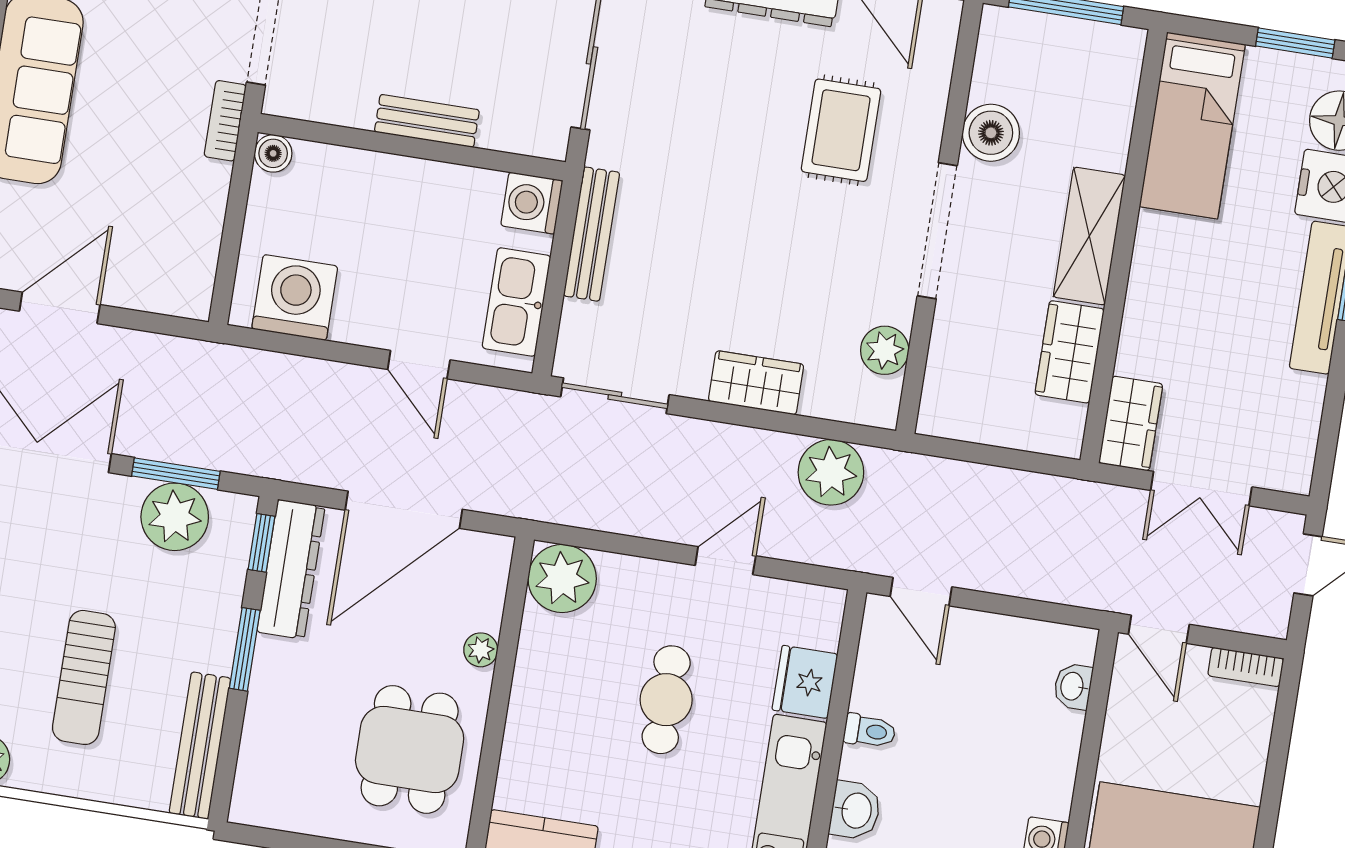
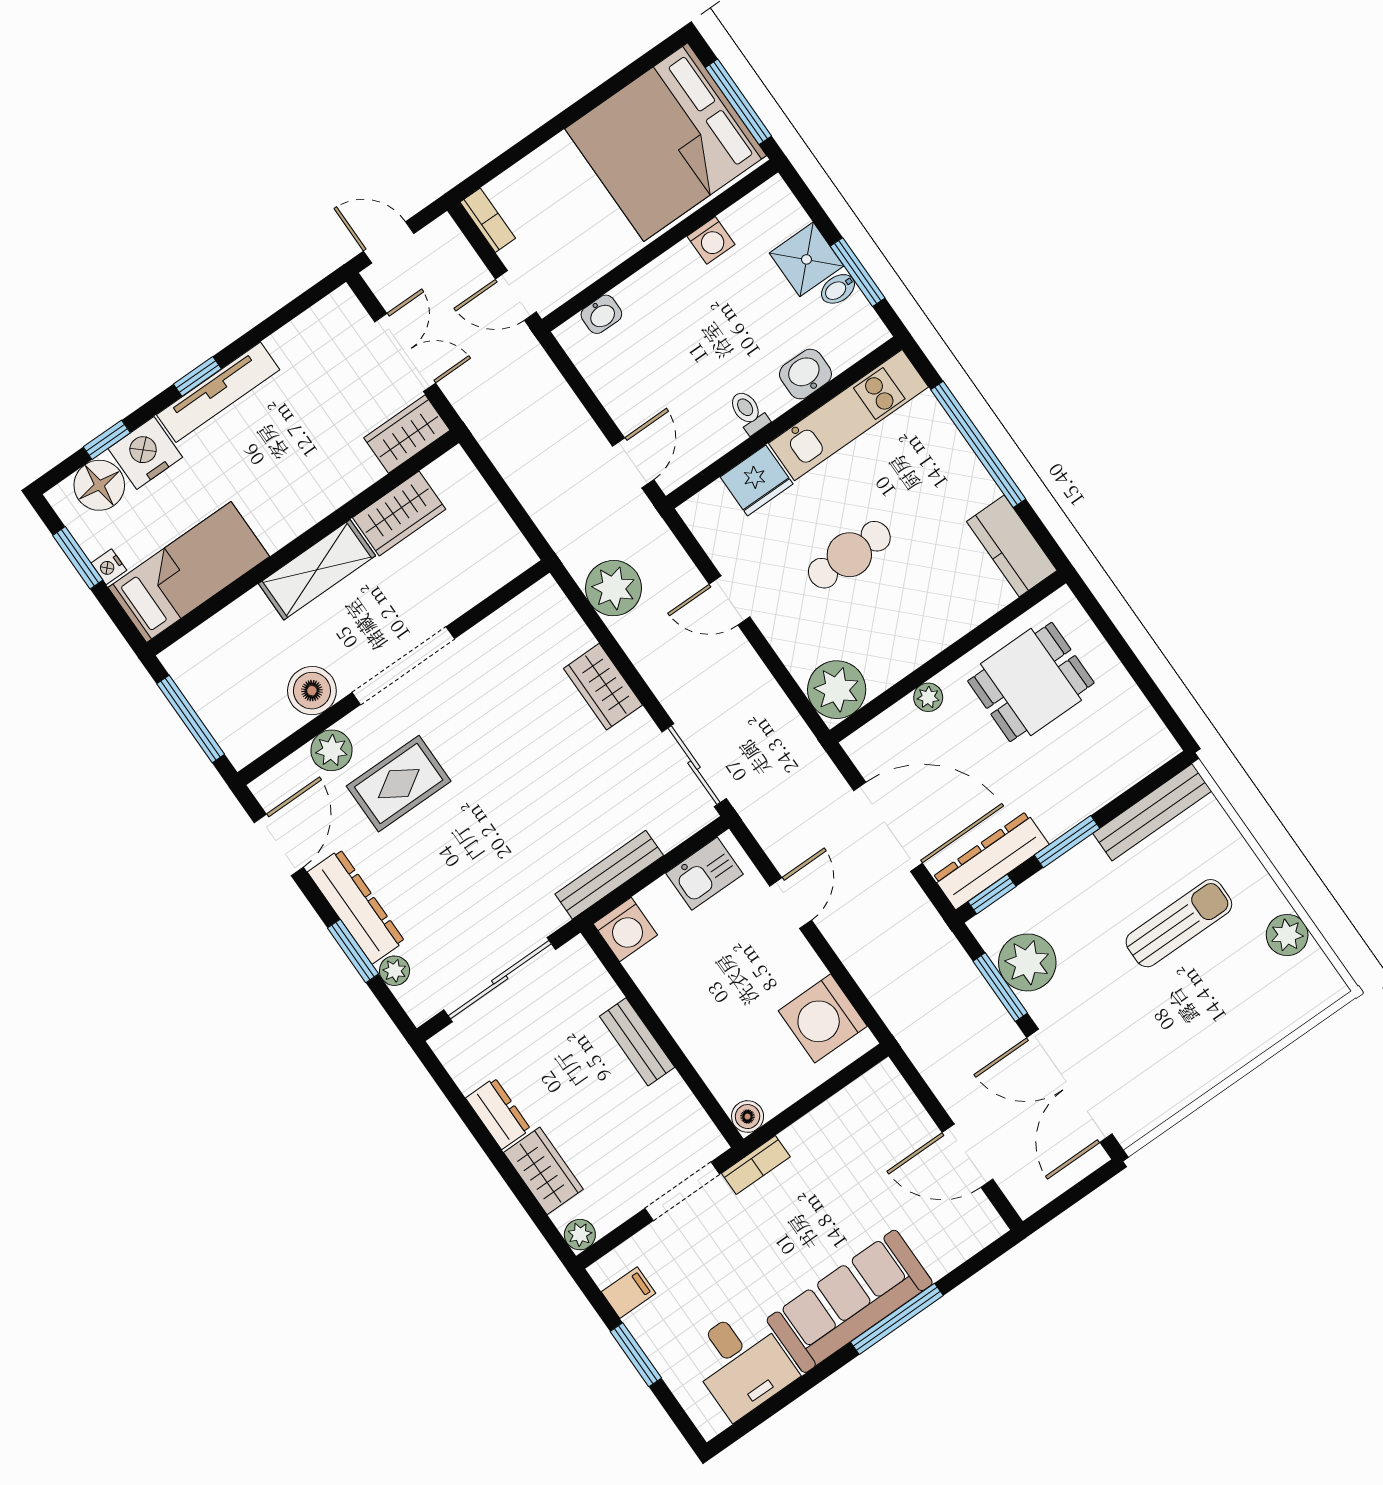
nightstand: (1262, 62) -> (109, 567), added
kitchen sink: (516, 302) -> (705, 874), width x0.73
plant: (885, 350) -> (331, 750), moved
door: (1159, 629) -> (516, 296), swing flipped

